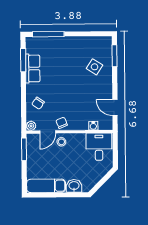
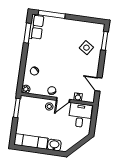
row of seats: (33, 68) -> (36, 27), moved
door: (48, 132) -> (63, 100), moved

